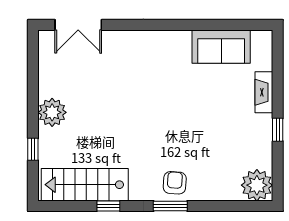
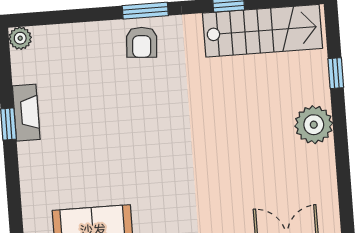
fireplace: (264, 92) -> (26, 113), moved
plant: (257, 185) -> (20, 38), width x0.53, depth x0.53

